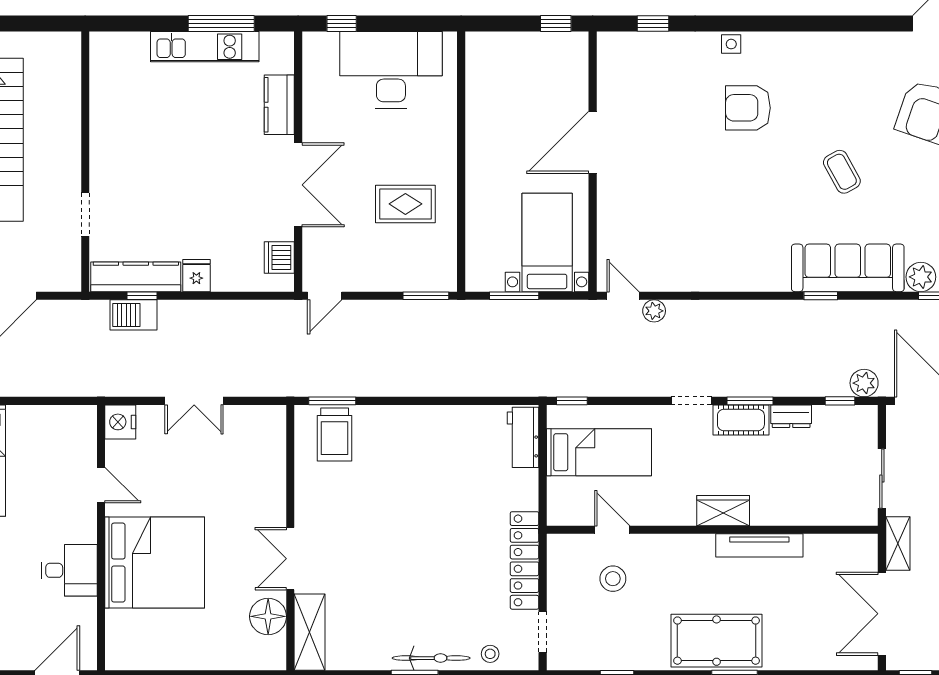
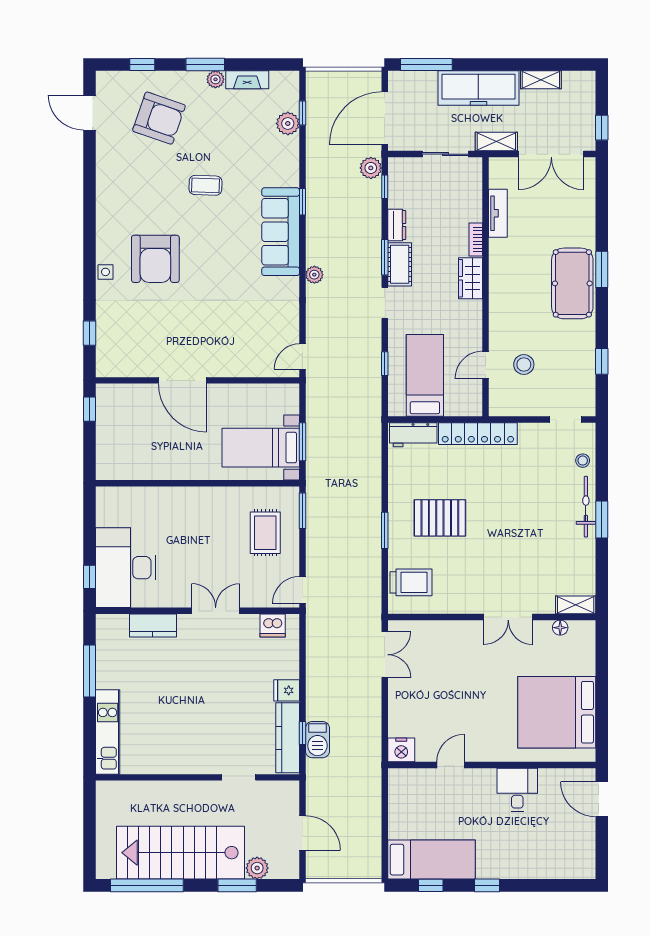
kitchen unit: (205, 47) -> (108, 732), moved
desk: (391, 70) -> (126, 568), moved
armchair: (748, 108) -> (155, 259), width x1.36, depth x1.36
coffee table: (842, 172) -> (205, 185), turned 31
double door: (298, 185) -> (216, 611), width x0.73
rug: (405, 204) -> (265, 533), moved
bed with nightstands: (547, 242) -> (261, 448), moved
sofa: (848, 268) -> (281, 232), moved
door: (325, 296) -> (302, 590), swing flipped
plant: (654, 311) -> (314, 275), moved
double door: (194, 401) -> (385, 655), moved
window: (332, 401) -> (385, 530), moved
window: (572, 401) -> (385, 364), moved
pallet: (417, 471) -> (440, 518), added
bookcase: (773, 517) -> (476, 239), added
tv unit: (759, 545) -> (498, 213), moved, width x0.71
locker: (525, 560) -> (478, 434), moved
bed: (155, 563) -> (557, 712), moved, turned -90
floor lamp: (268, 616) -> (560, 628), width x0.53, depth x0.53
shelving: (310, 632) -> (576, 605), width x0.67, depth x0.75

